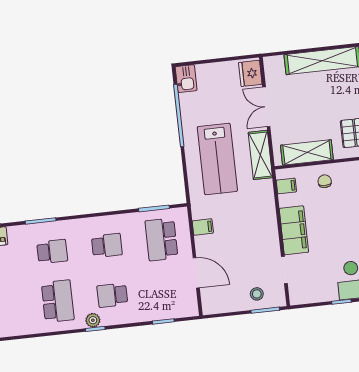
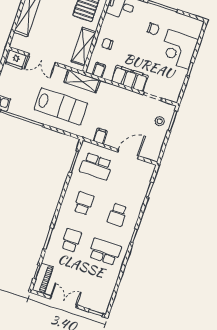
shelving: (260, 155) -> (82, 81), moved
plant: (93, 320) -> (128, 235), removed

